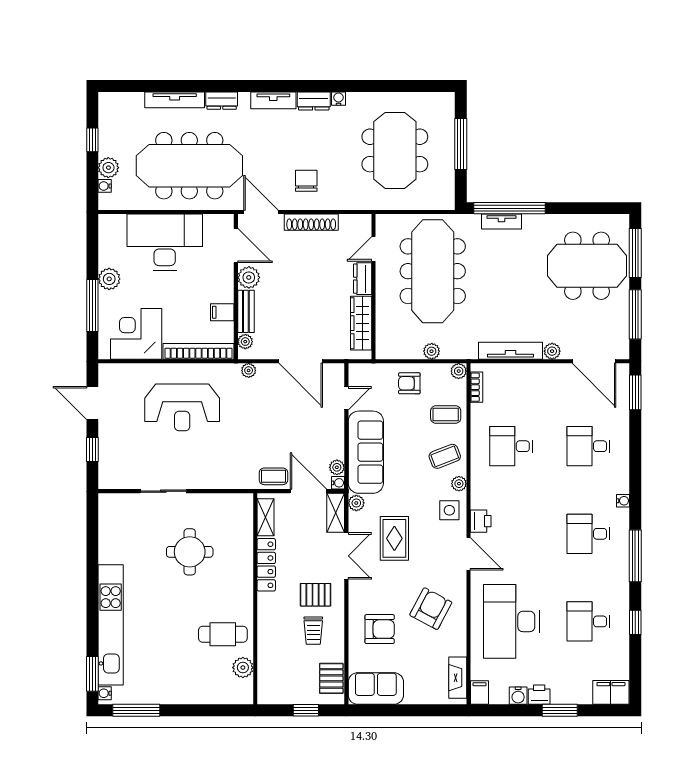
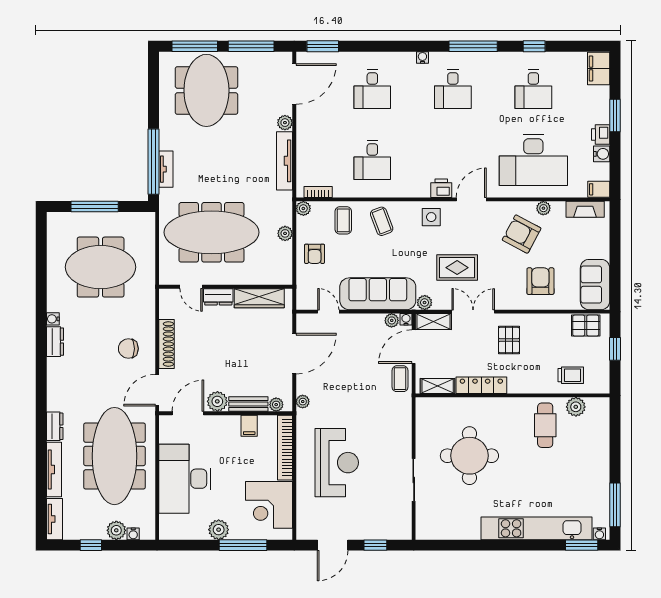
tv unit: (273, 100) -> (54, 519), moved
plant: (459, 484) -> (543, 208), moved
round table: (190, 552) -> (469, 456), width x1.36, depth x1.36
trolley: (313, 631) -> (571, 375), moved

